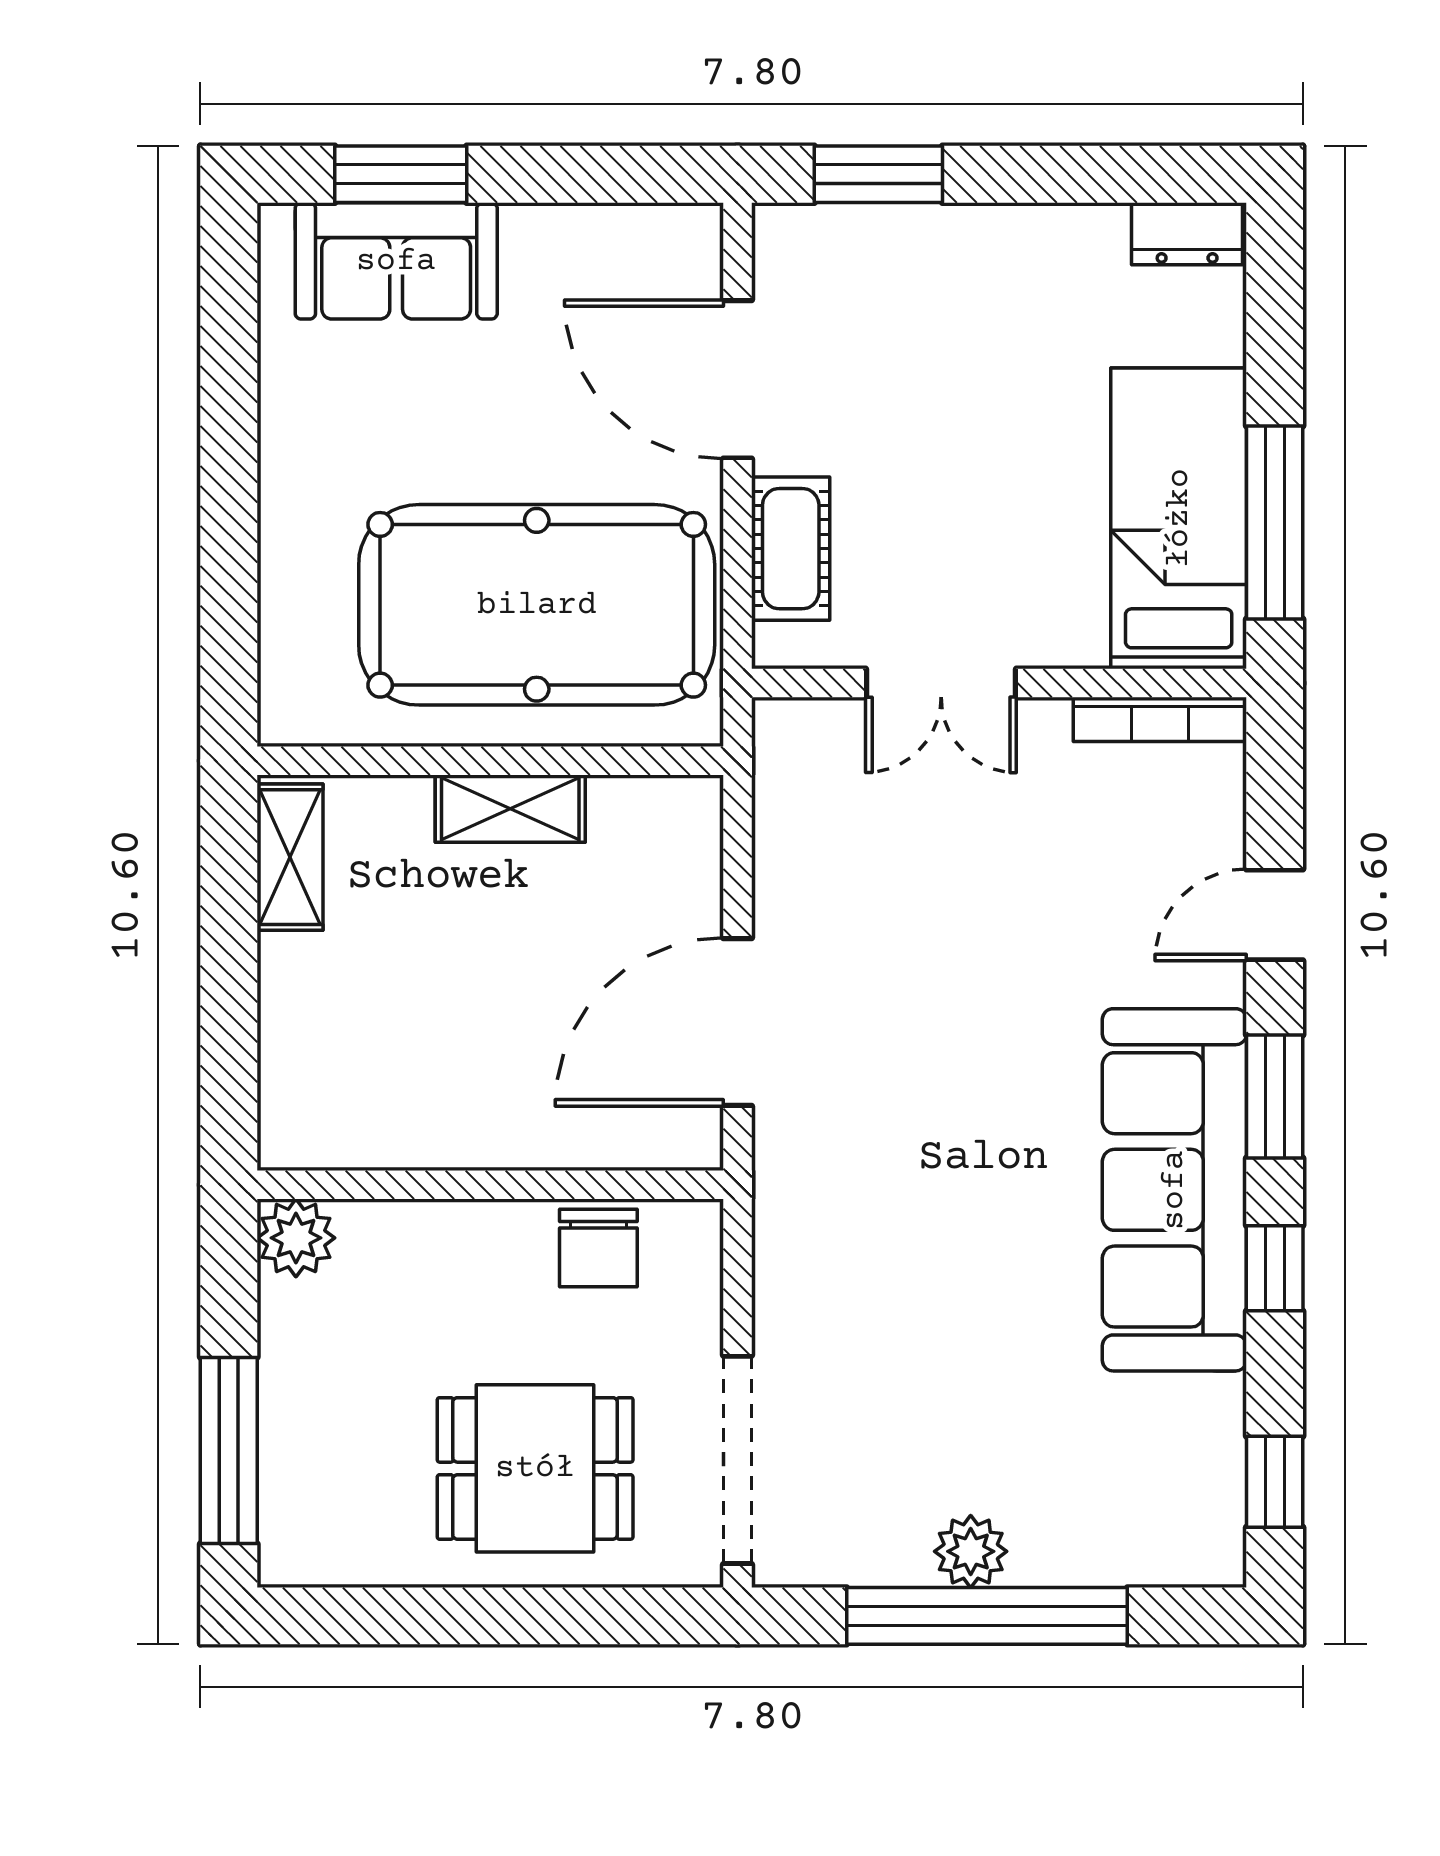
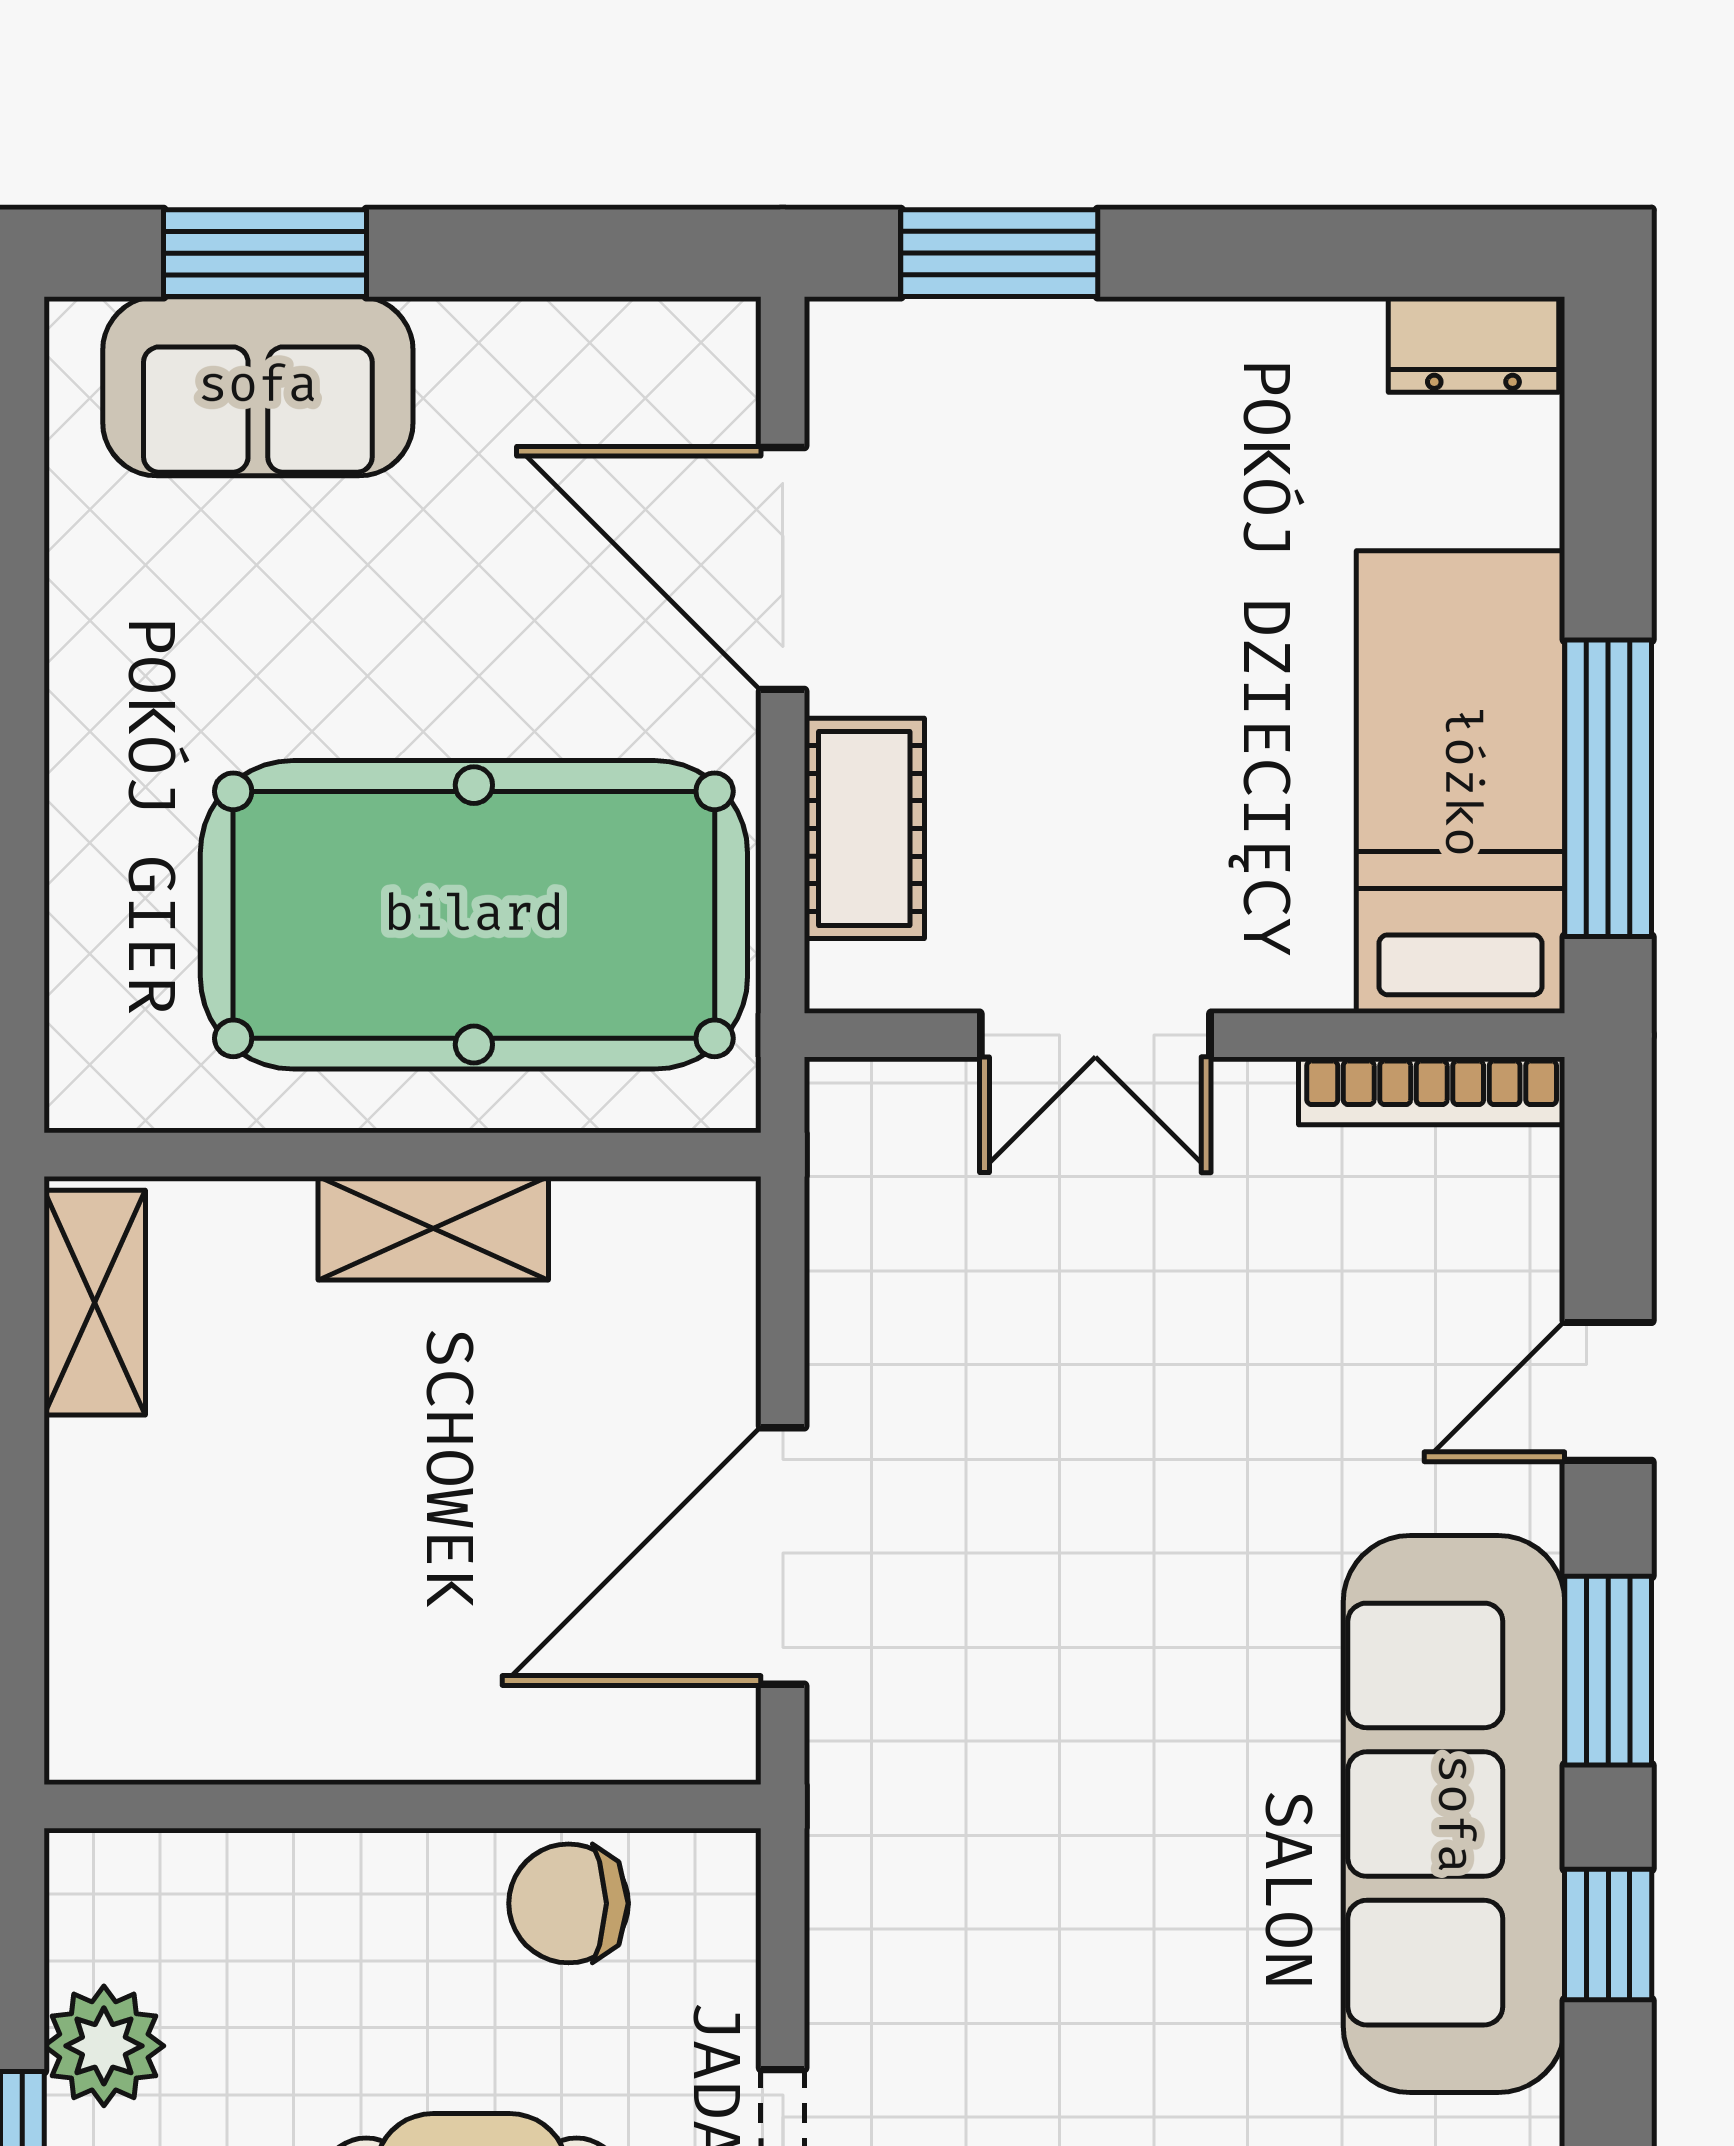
plant: (296, 1238) -> (104, 2046), moved
chair: (598, 1248) -> (569, 1903), turned 90

